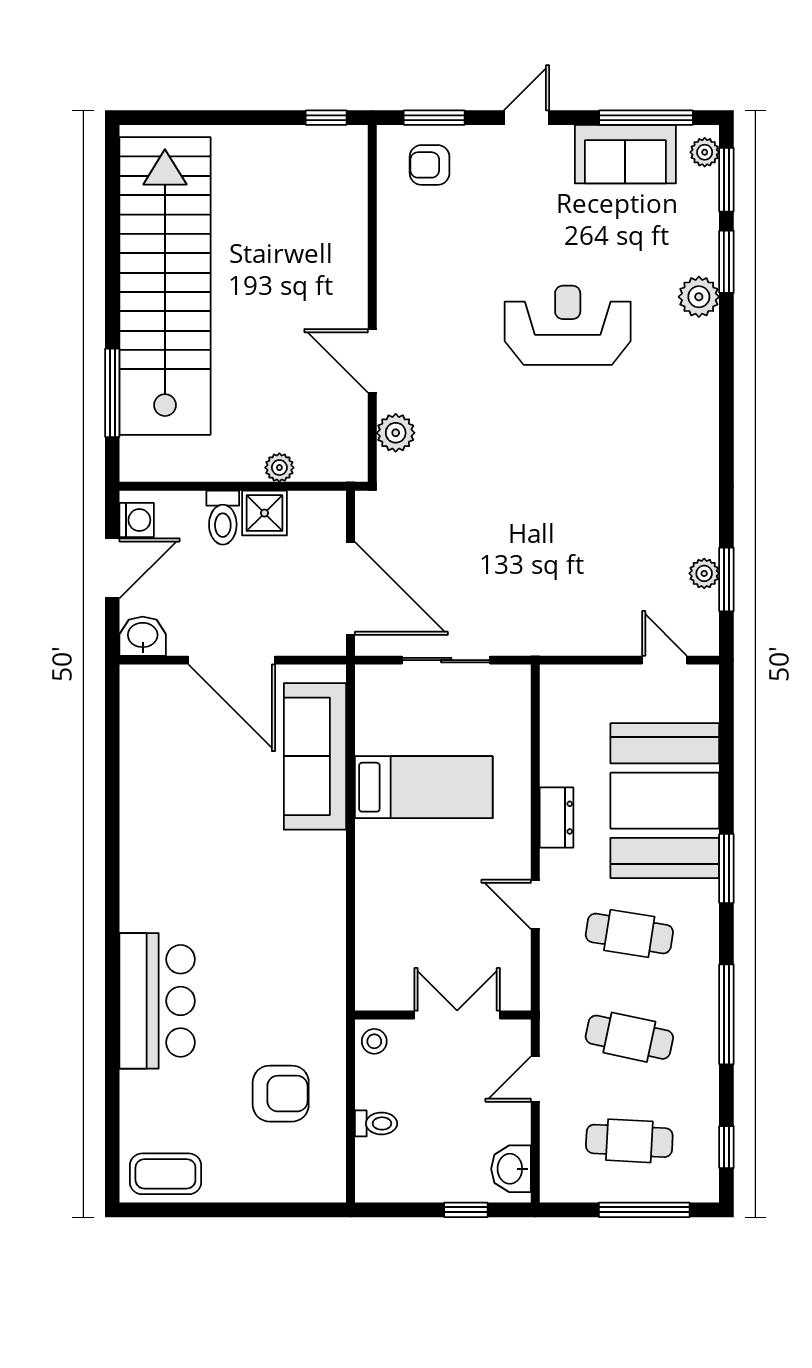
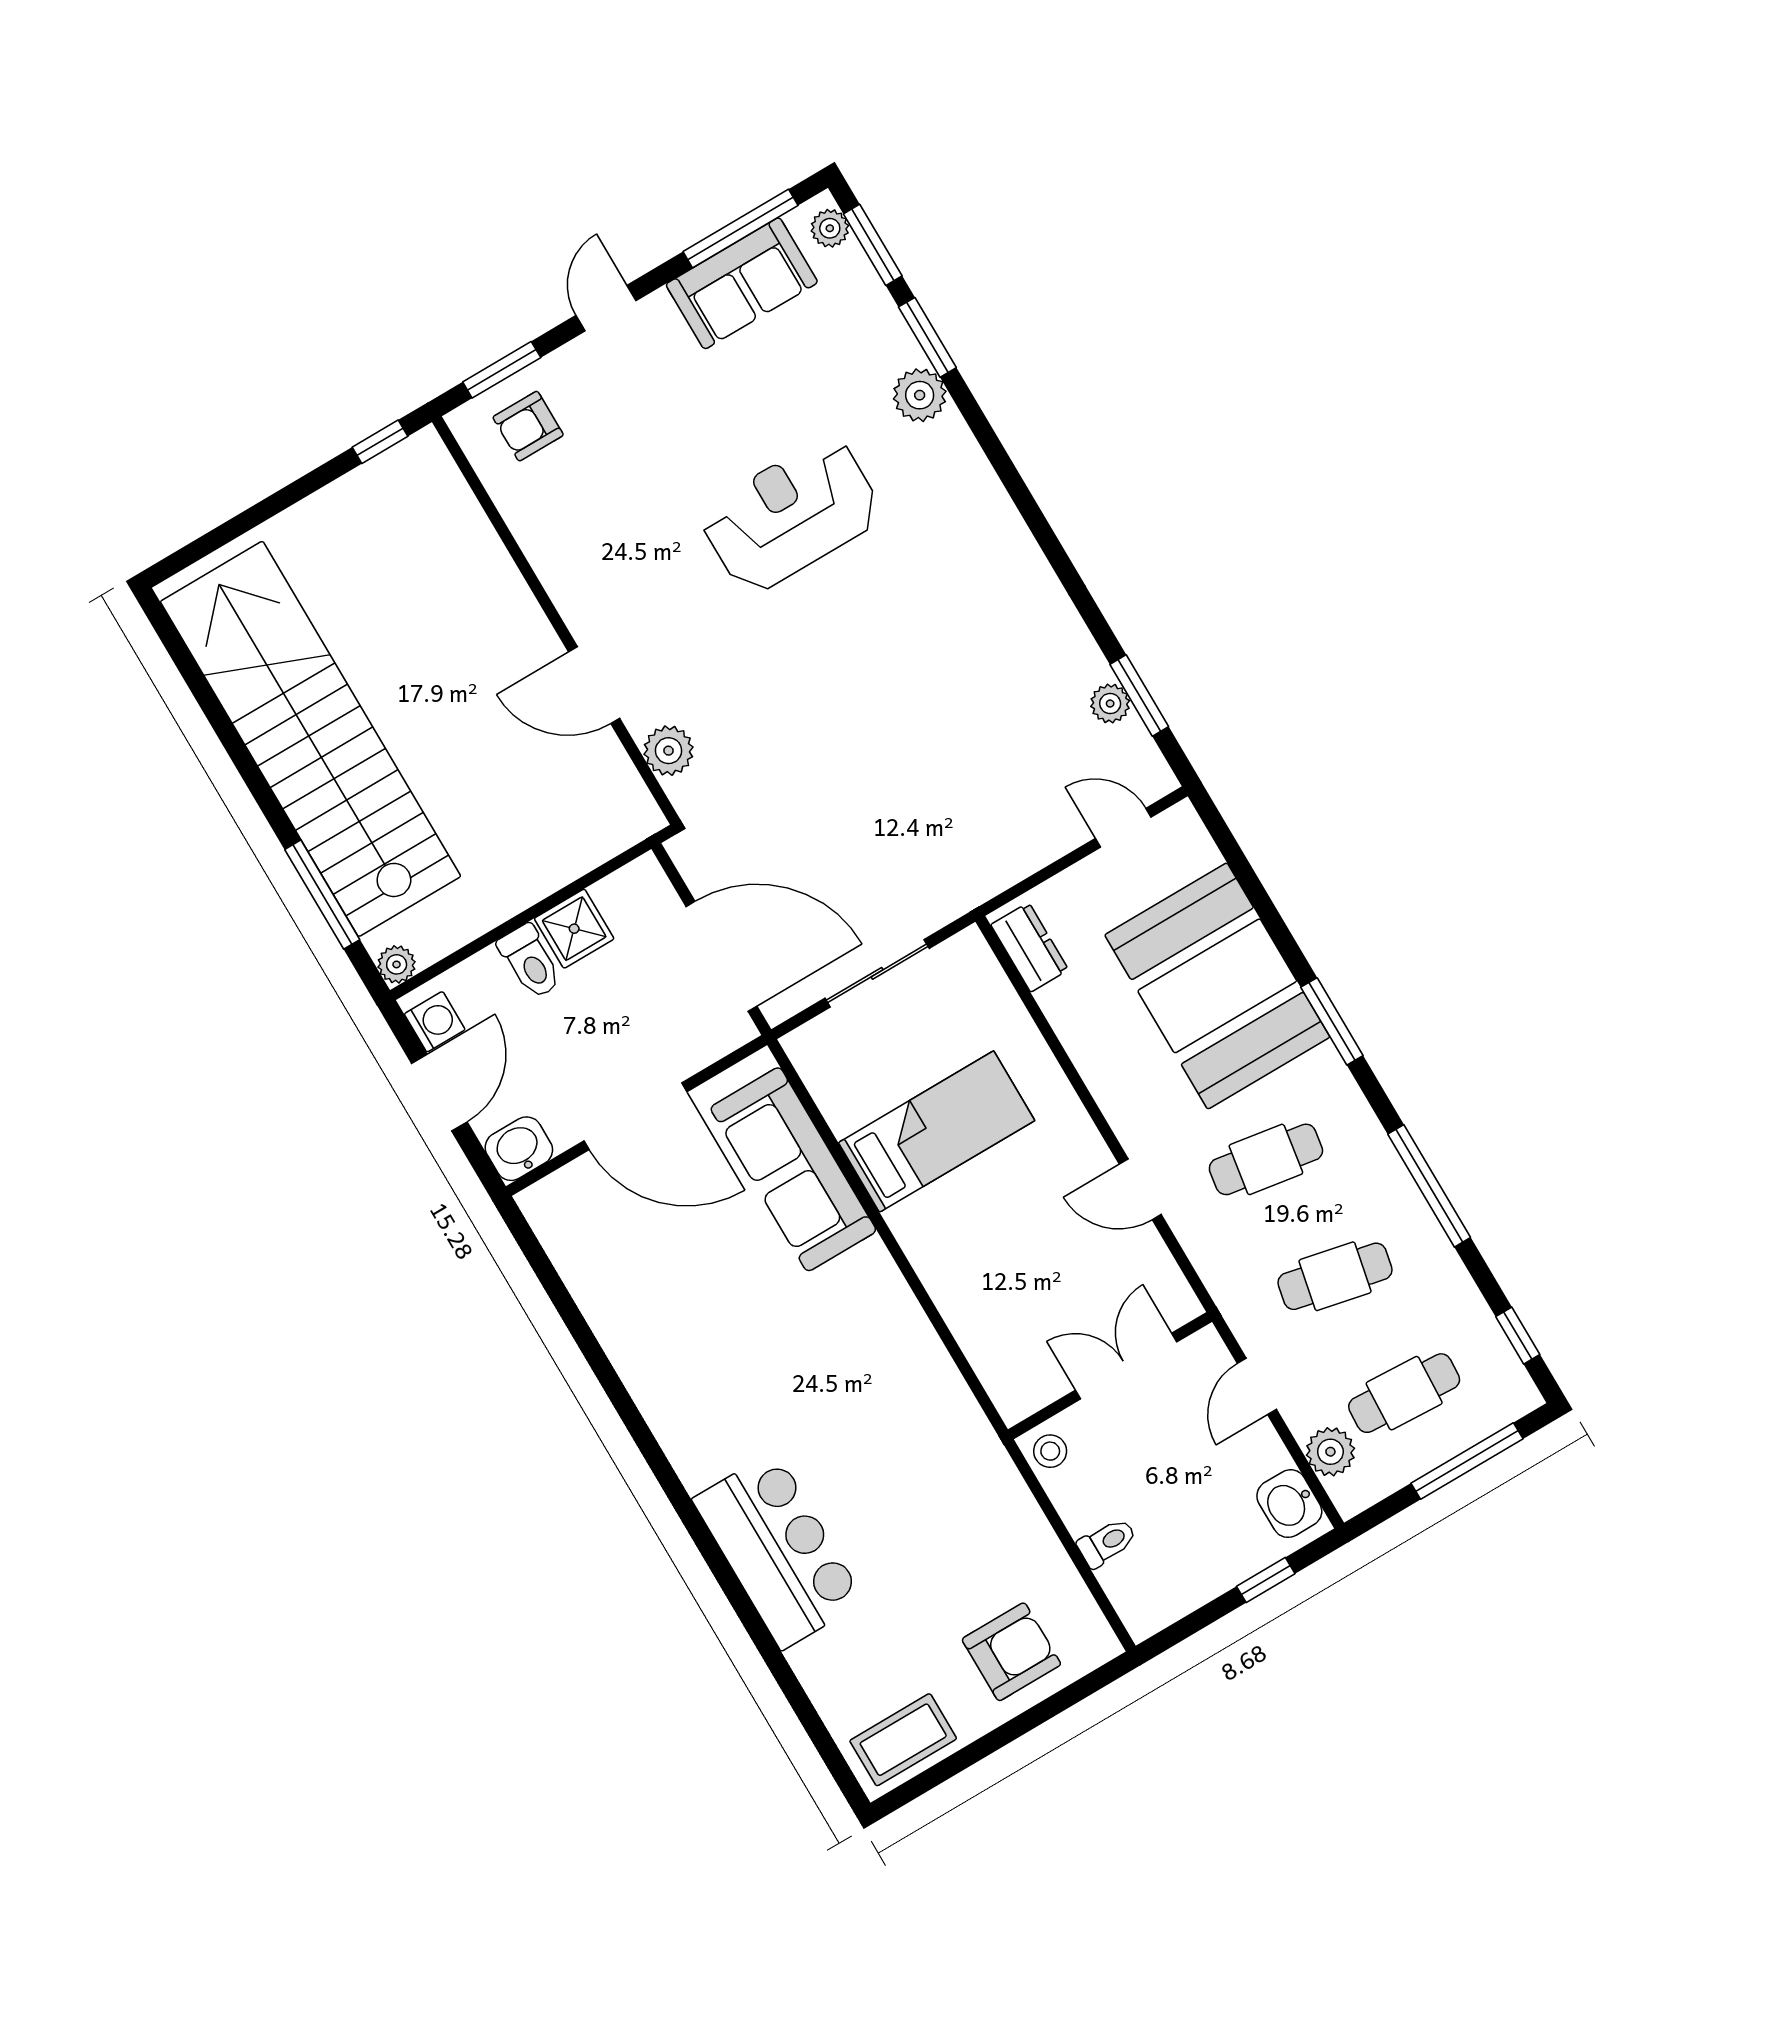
plant: (279, 468) -> (397, 964), moved
dresser: (556, 818) -> (1030, 947), moved
armchair: (281, 1094) -> (1011, 1652), moved
plant: (558, 1151) -> (1330, 1452), added

